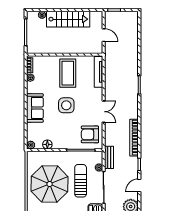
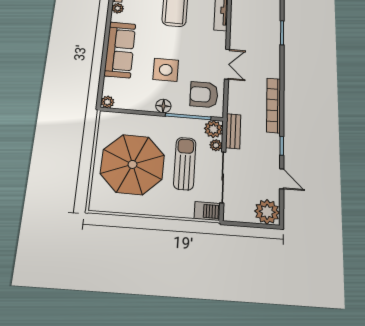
side table: (66, 105) -> (166, 70), moved
sofa: (35, 108) -> (120, 50), width x1.36
floor lamp: (47, 144) -> (163, 106), moved
plant: (97, 157) -> (213, 129), added
door: (139, 185) -> (282, 179), swing flipped

